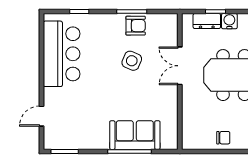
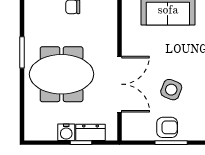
armchair: (136, 26) -> (167, 127), turned 180
double door: (180, 66) -> (120, 84), width x1.37

